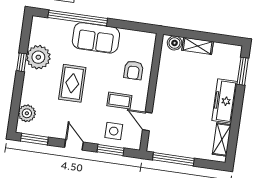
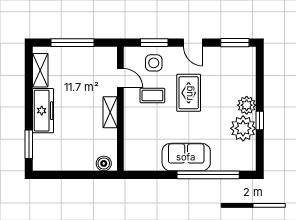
shelving: (198, 46) -> (110, 112), moved, turned 90
armchair: (134, 70) -> (142, 129), removed
rug: (72, 83) -> (189, 93), moved
plant: (27, 113) -> (247, 105), moved
window: (173, 159) -> (73, 43), moved

